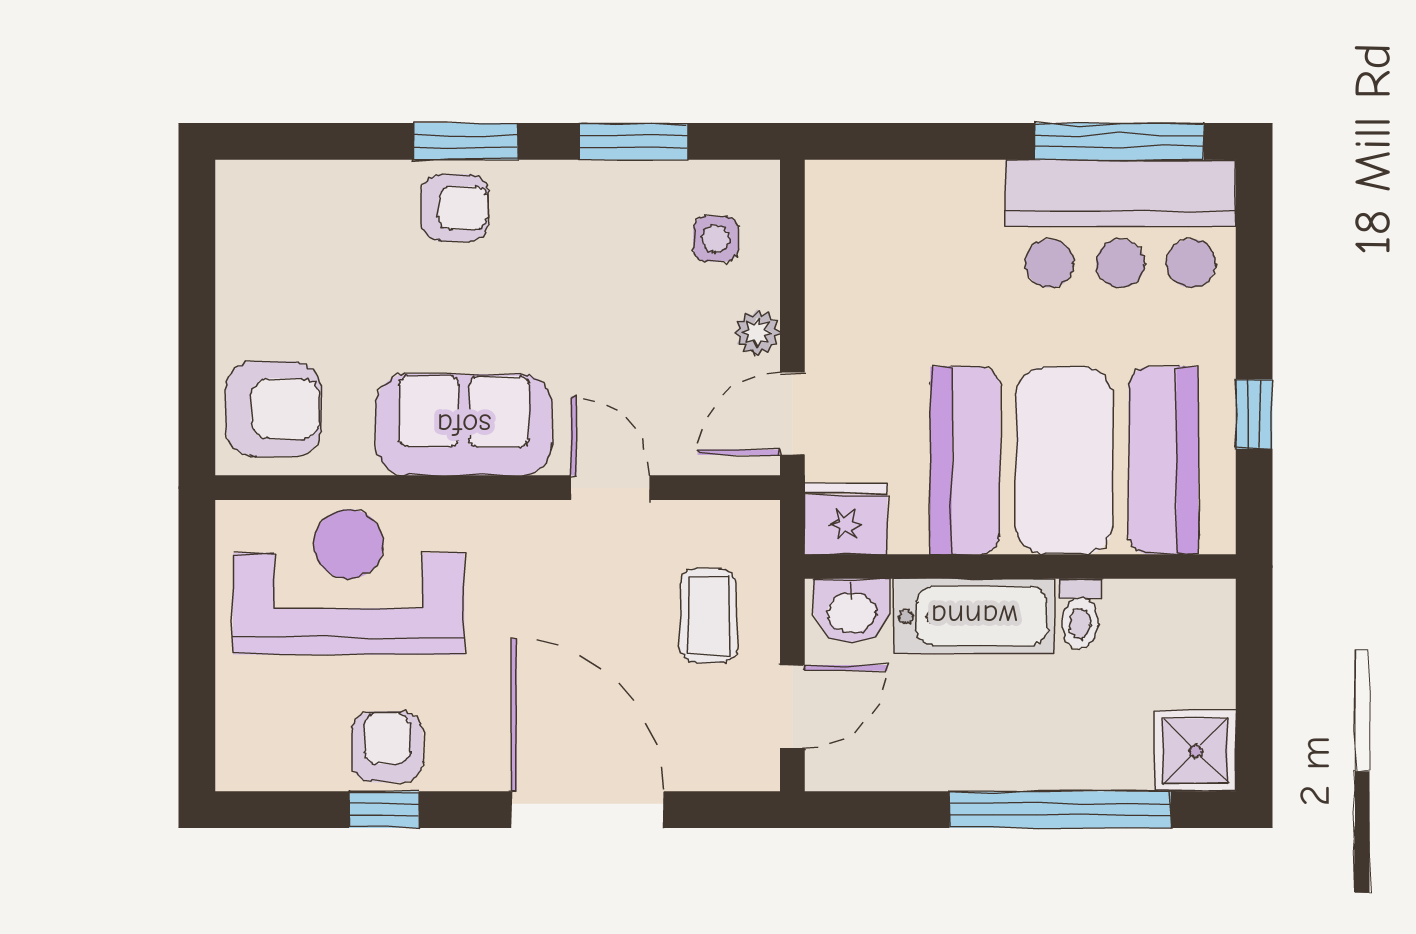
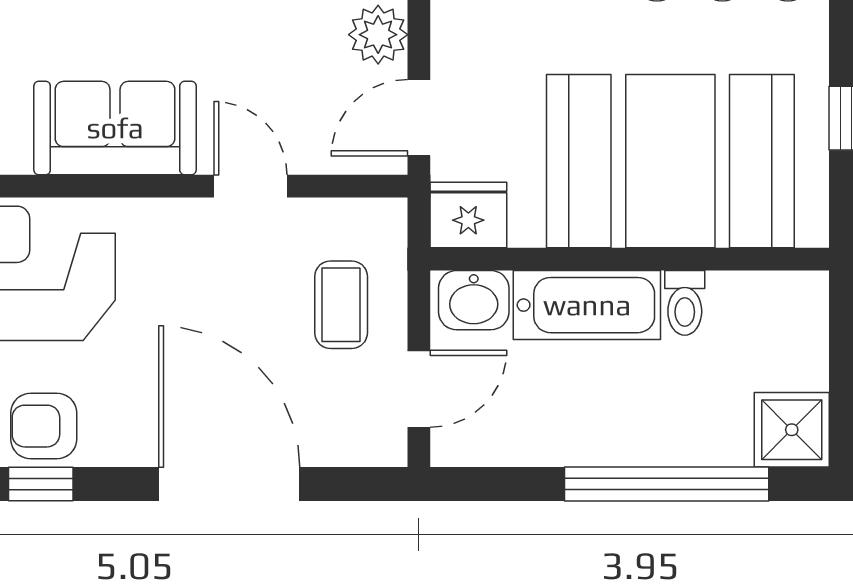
plant: (757, 333) -> (378, 35), width x1.38, depth x1.38
armchair: (387, 747) -> (44, 426), turned -90

